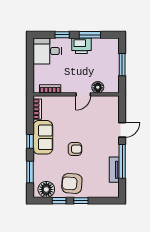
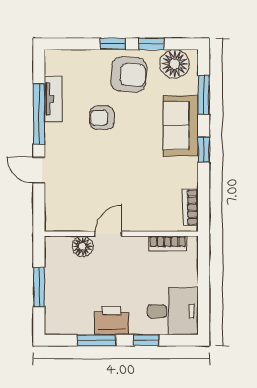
door: (122, 130) -> (39, 170), hinge flipped
sofa: (43, 137) -> (181, 126), moved
armchair: (75, 149) -> (102, 118), moved

